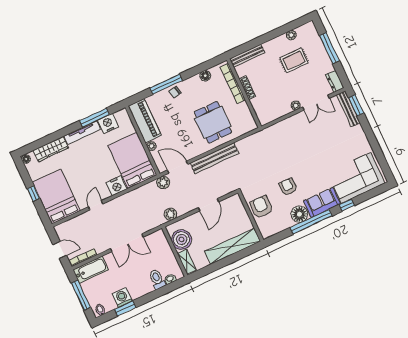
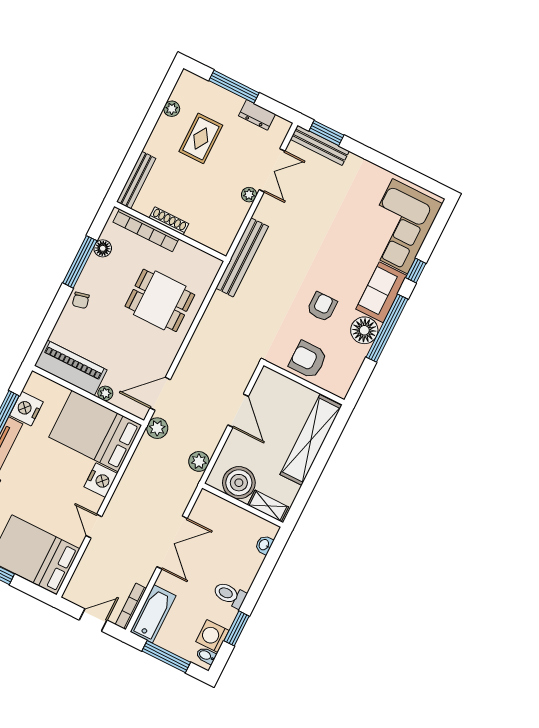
dresser: (335, 81) -> (257, 115), moved
window: (166, 84) -> (80, 262), moved
bench: (214, 158) -> (242, 257), moved
armchair: (288, 187) -> (322, 307), turned 90
toilet: (157, 279) -> (230, 595), moved
washing machine: (122, 298) -> (212, 636), moved

